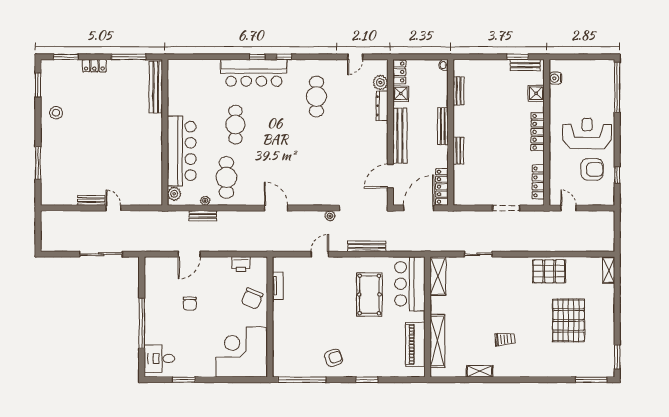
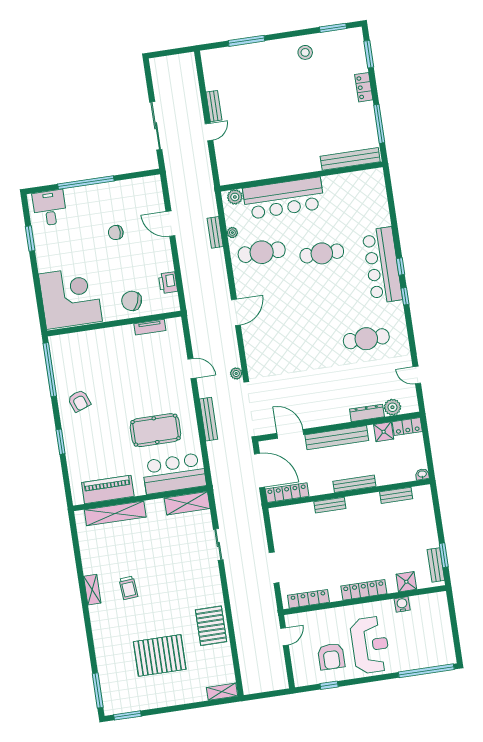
water cooler: (555, 78) -> (402, 604), moved
shelving: (479, 371) -> (92, 590), moved

